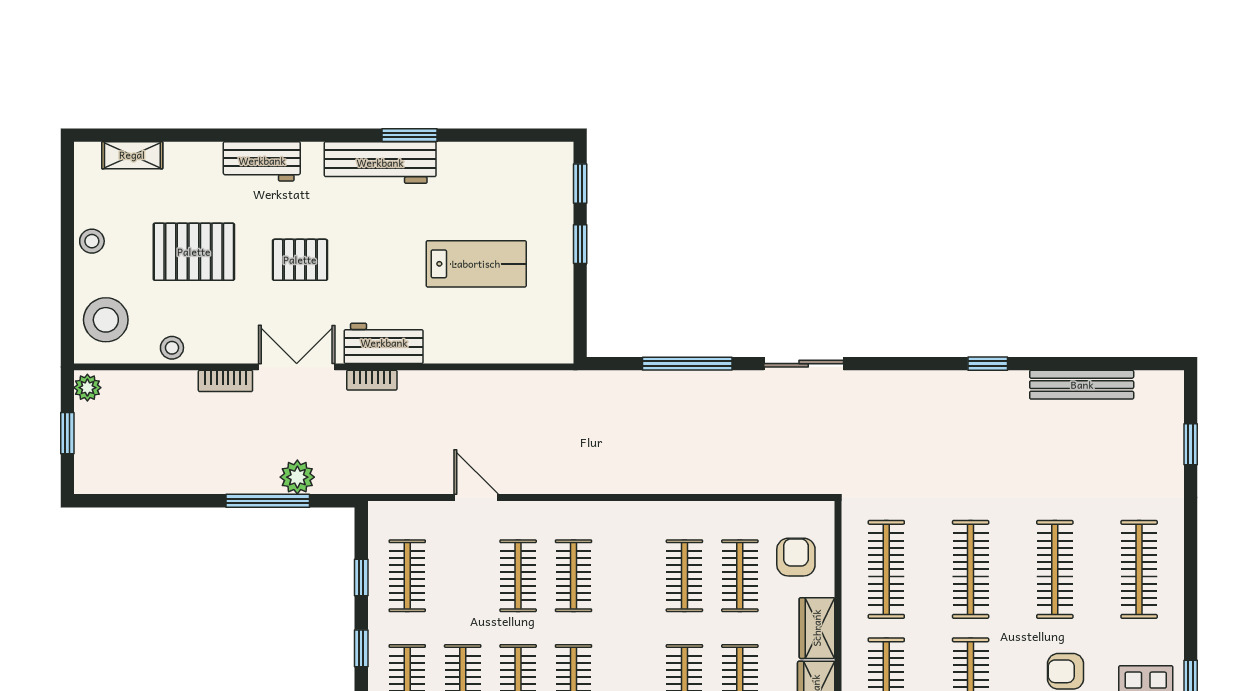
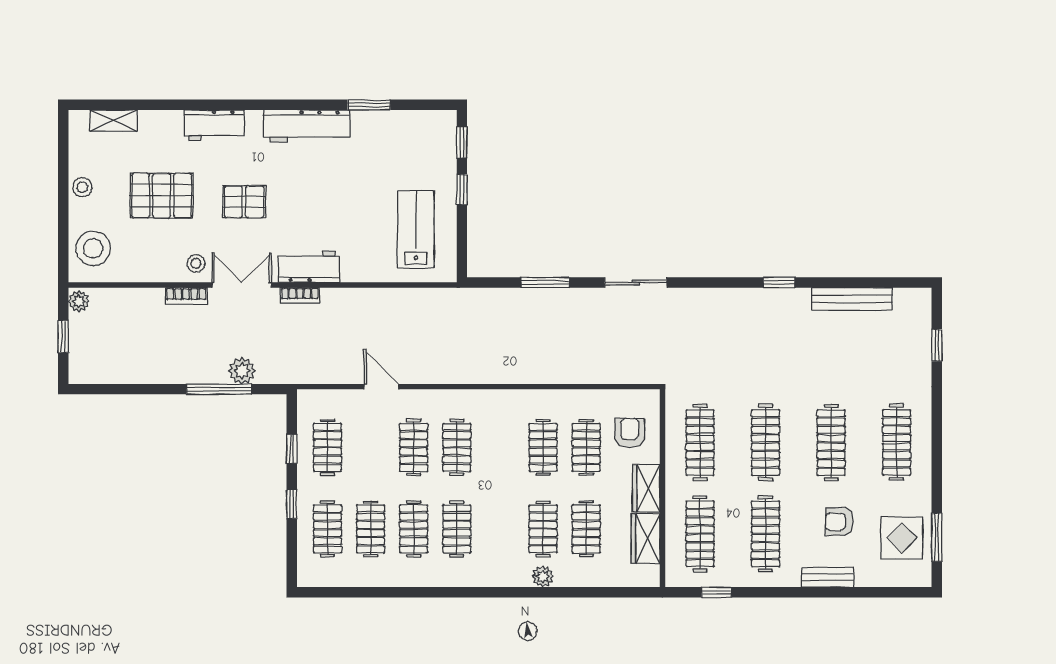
window: (410, 135) -> (369, 105), moved
lab bench: (476, 264) -> (416, 229), moved, turned -90
stool: (172, 348) -> (196, 263), moved
window: (687, 364) -> (545, 282), width x0.69

